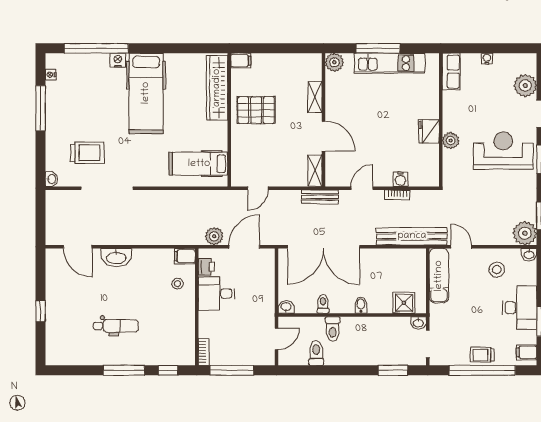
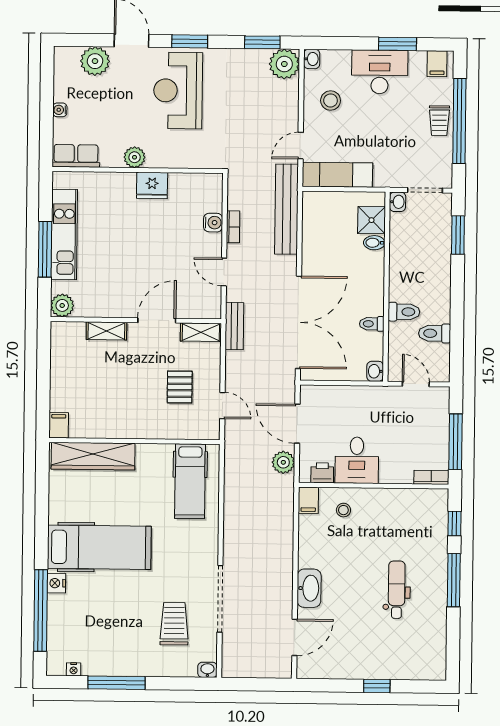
pallet: (256, 110) -> (180, 387), moved, width x0.67, depth x0.71
plant: (451, 141) -> (135, 157), moved
bidet: (361, 305) -> (374, 243), moved

